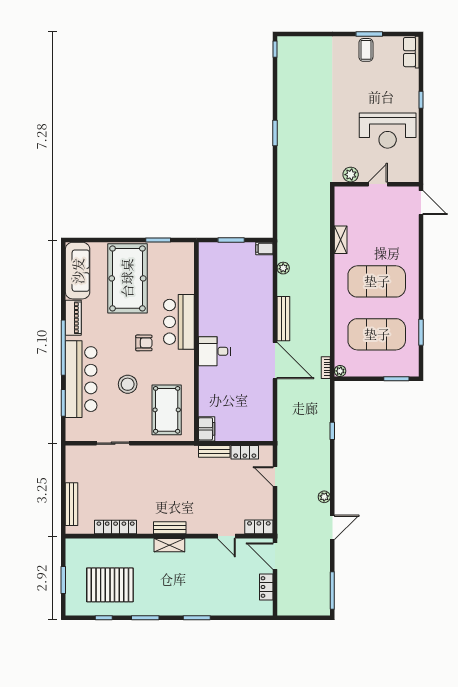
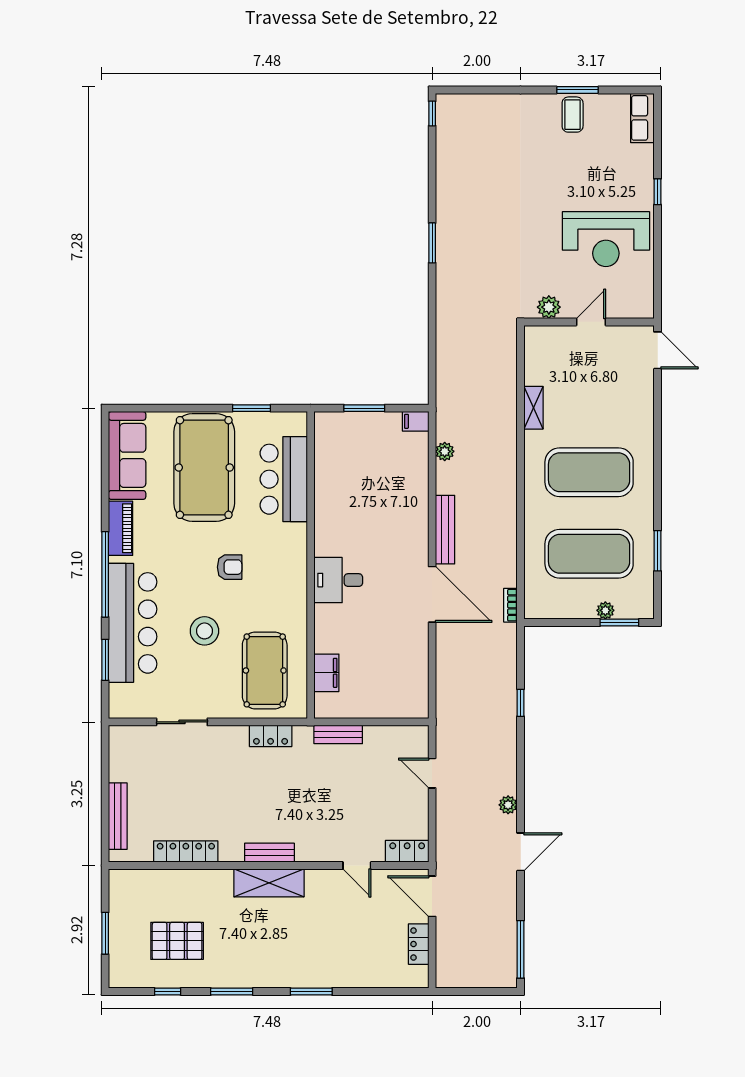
bar counter: (179, 322) -> (284, 479), moved
plant: (340, 371) -> (605, 610), moved
filing cabinet: (207, 429) -> (326, 673), moved
locker: (245, 452) -> (271, 736), moved
shelving: (169, 545) -> (269, 883), width x1.50, depth x1.33
pallet: (110, 585) -> (177, 941), width x0.73, depth x0.71

